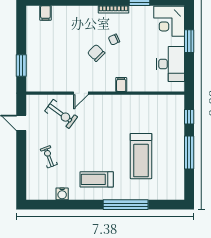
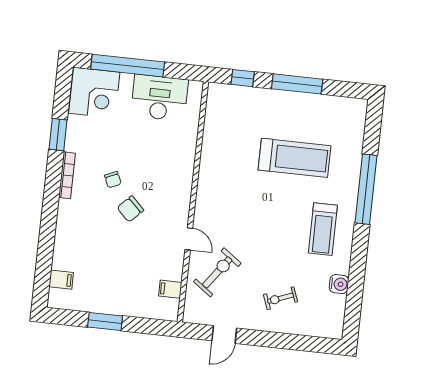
window: (189, 41) -> (128, 66), width x2.11
window: (21, 66) -> (105, 321), moved
filing cabinet: (121, 85) -> (170, 289), moved

